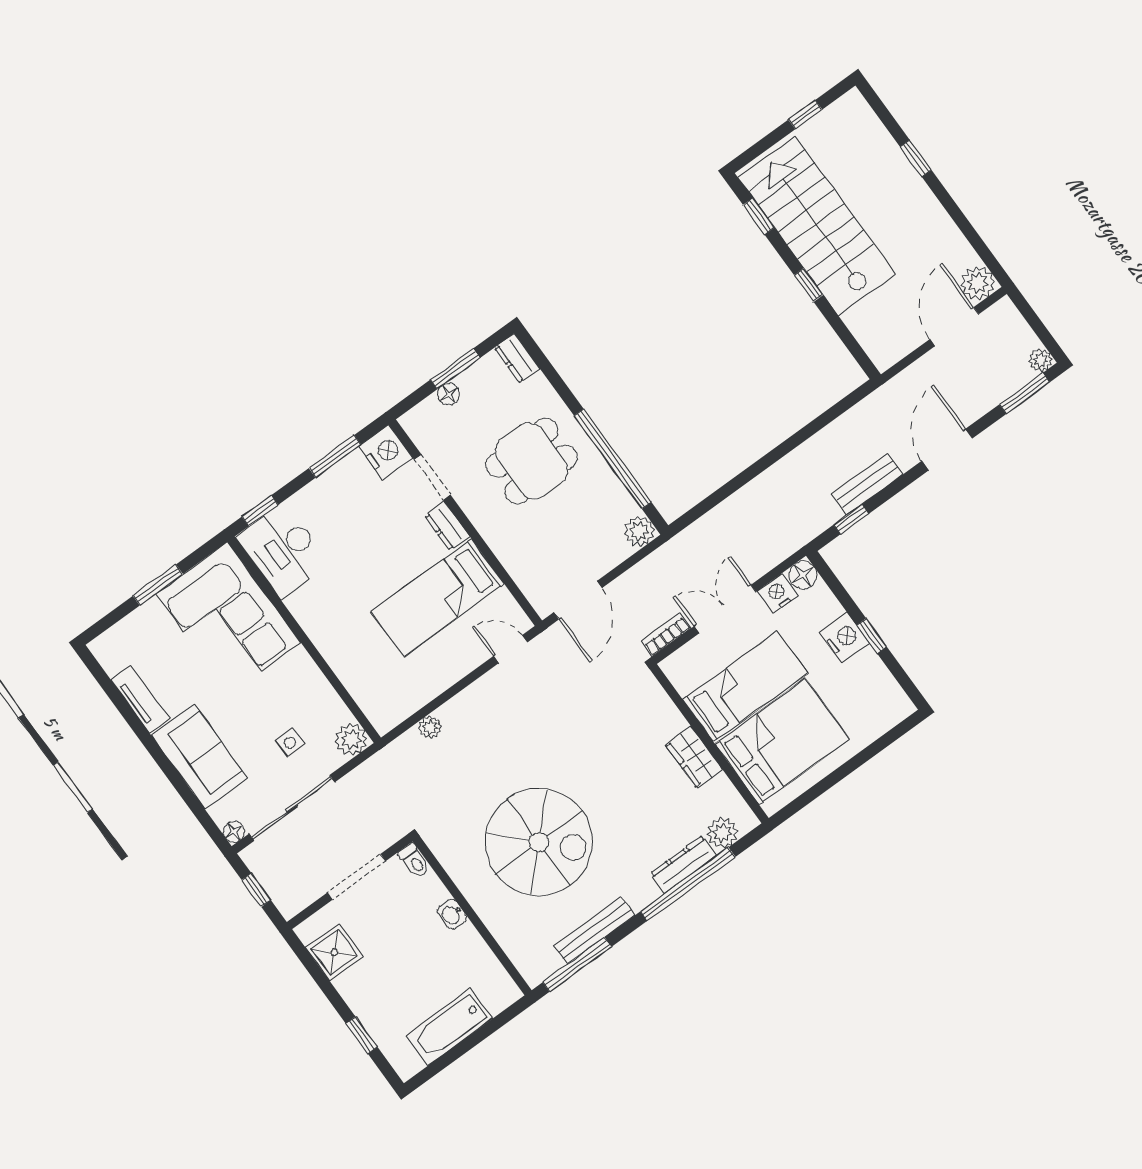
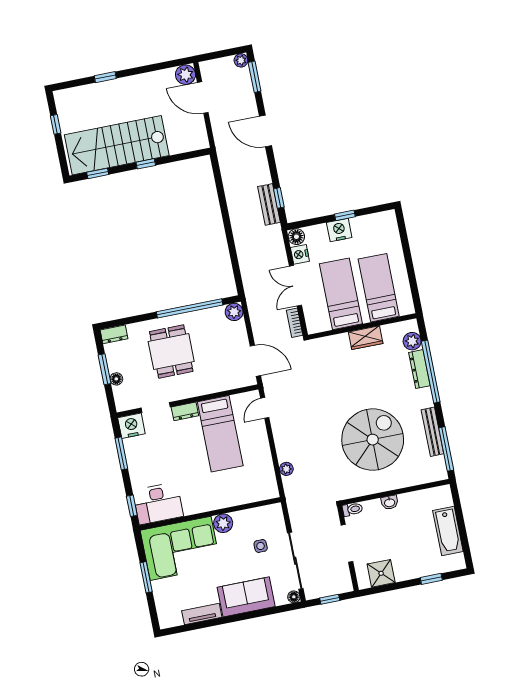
bench: (867, 484) -> (269, 204), moved
plant: (351, 739) -> (223, 523), moved
bed: (782, 742) -> (379, 288), width x0.67

